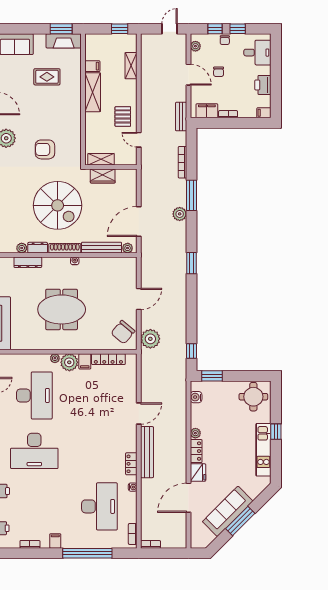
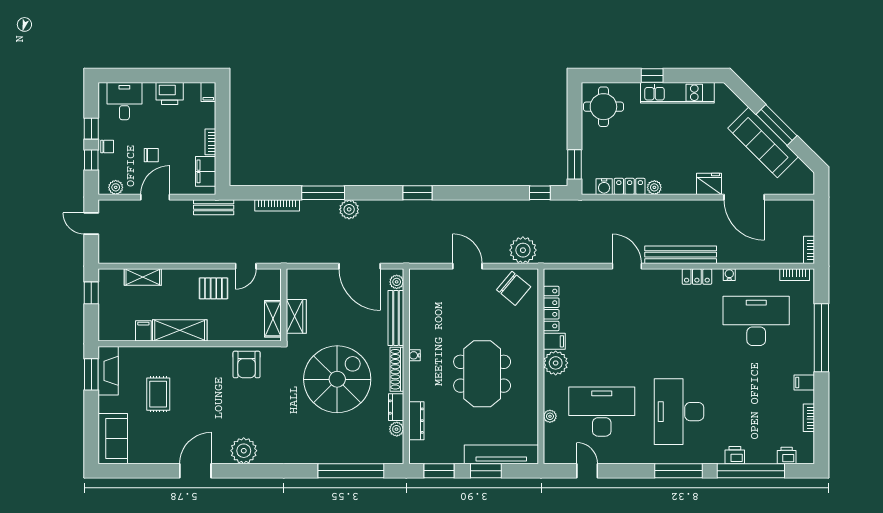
armchair: (45, 149) -> (247, 364), moved
plant: (55, 358) -> (550, 416), moved
desk: (34, 451) -> (679, 412), turned 180
locker: (196, 451) -> (630, 186), moved

